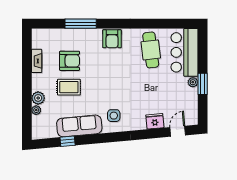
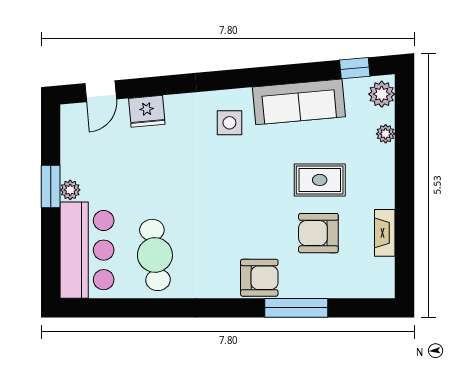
armchair: (112, 39) -> (259, 278), moved, turned 90
plant: (38, 98) -> (382, 94), moved
window: (68, 141) -> (355, 68), moved

